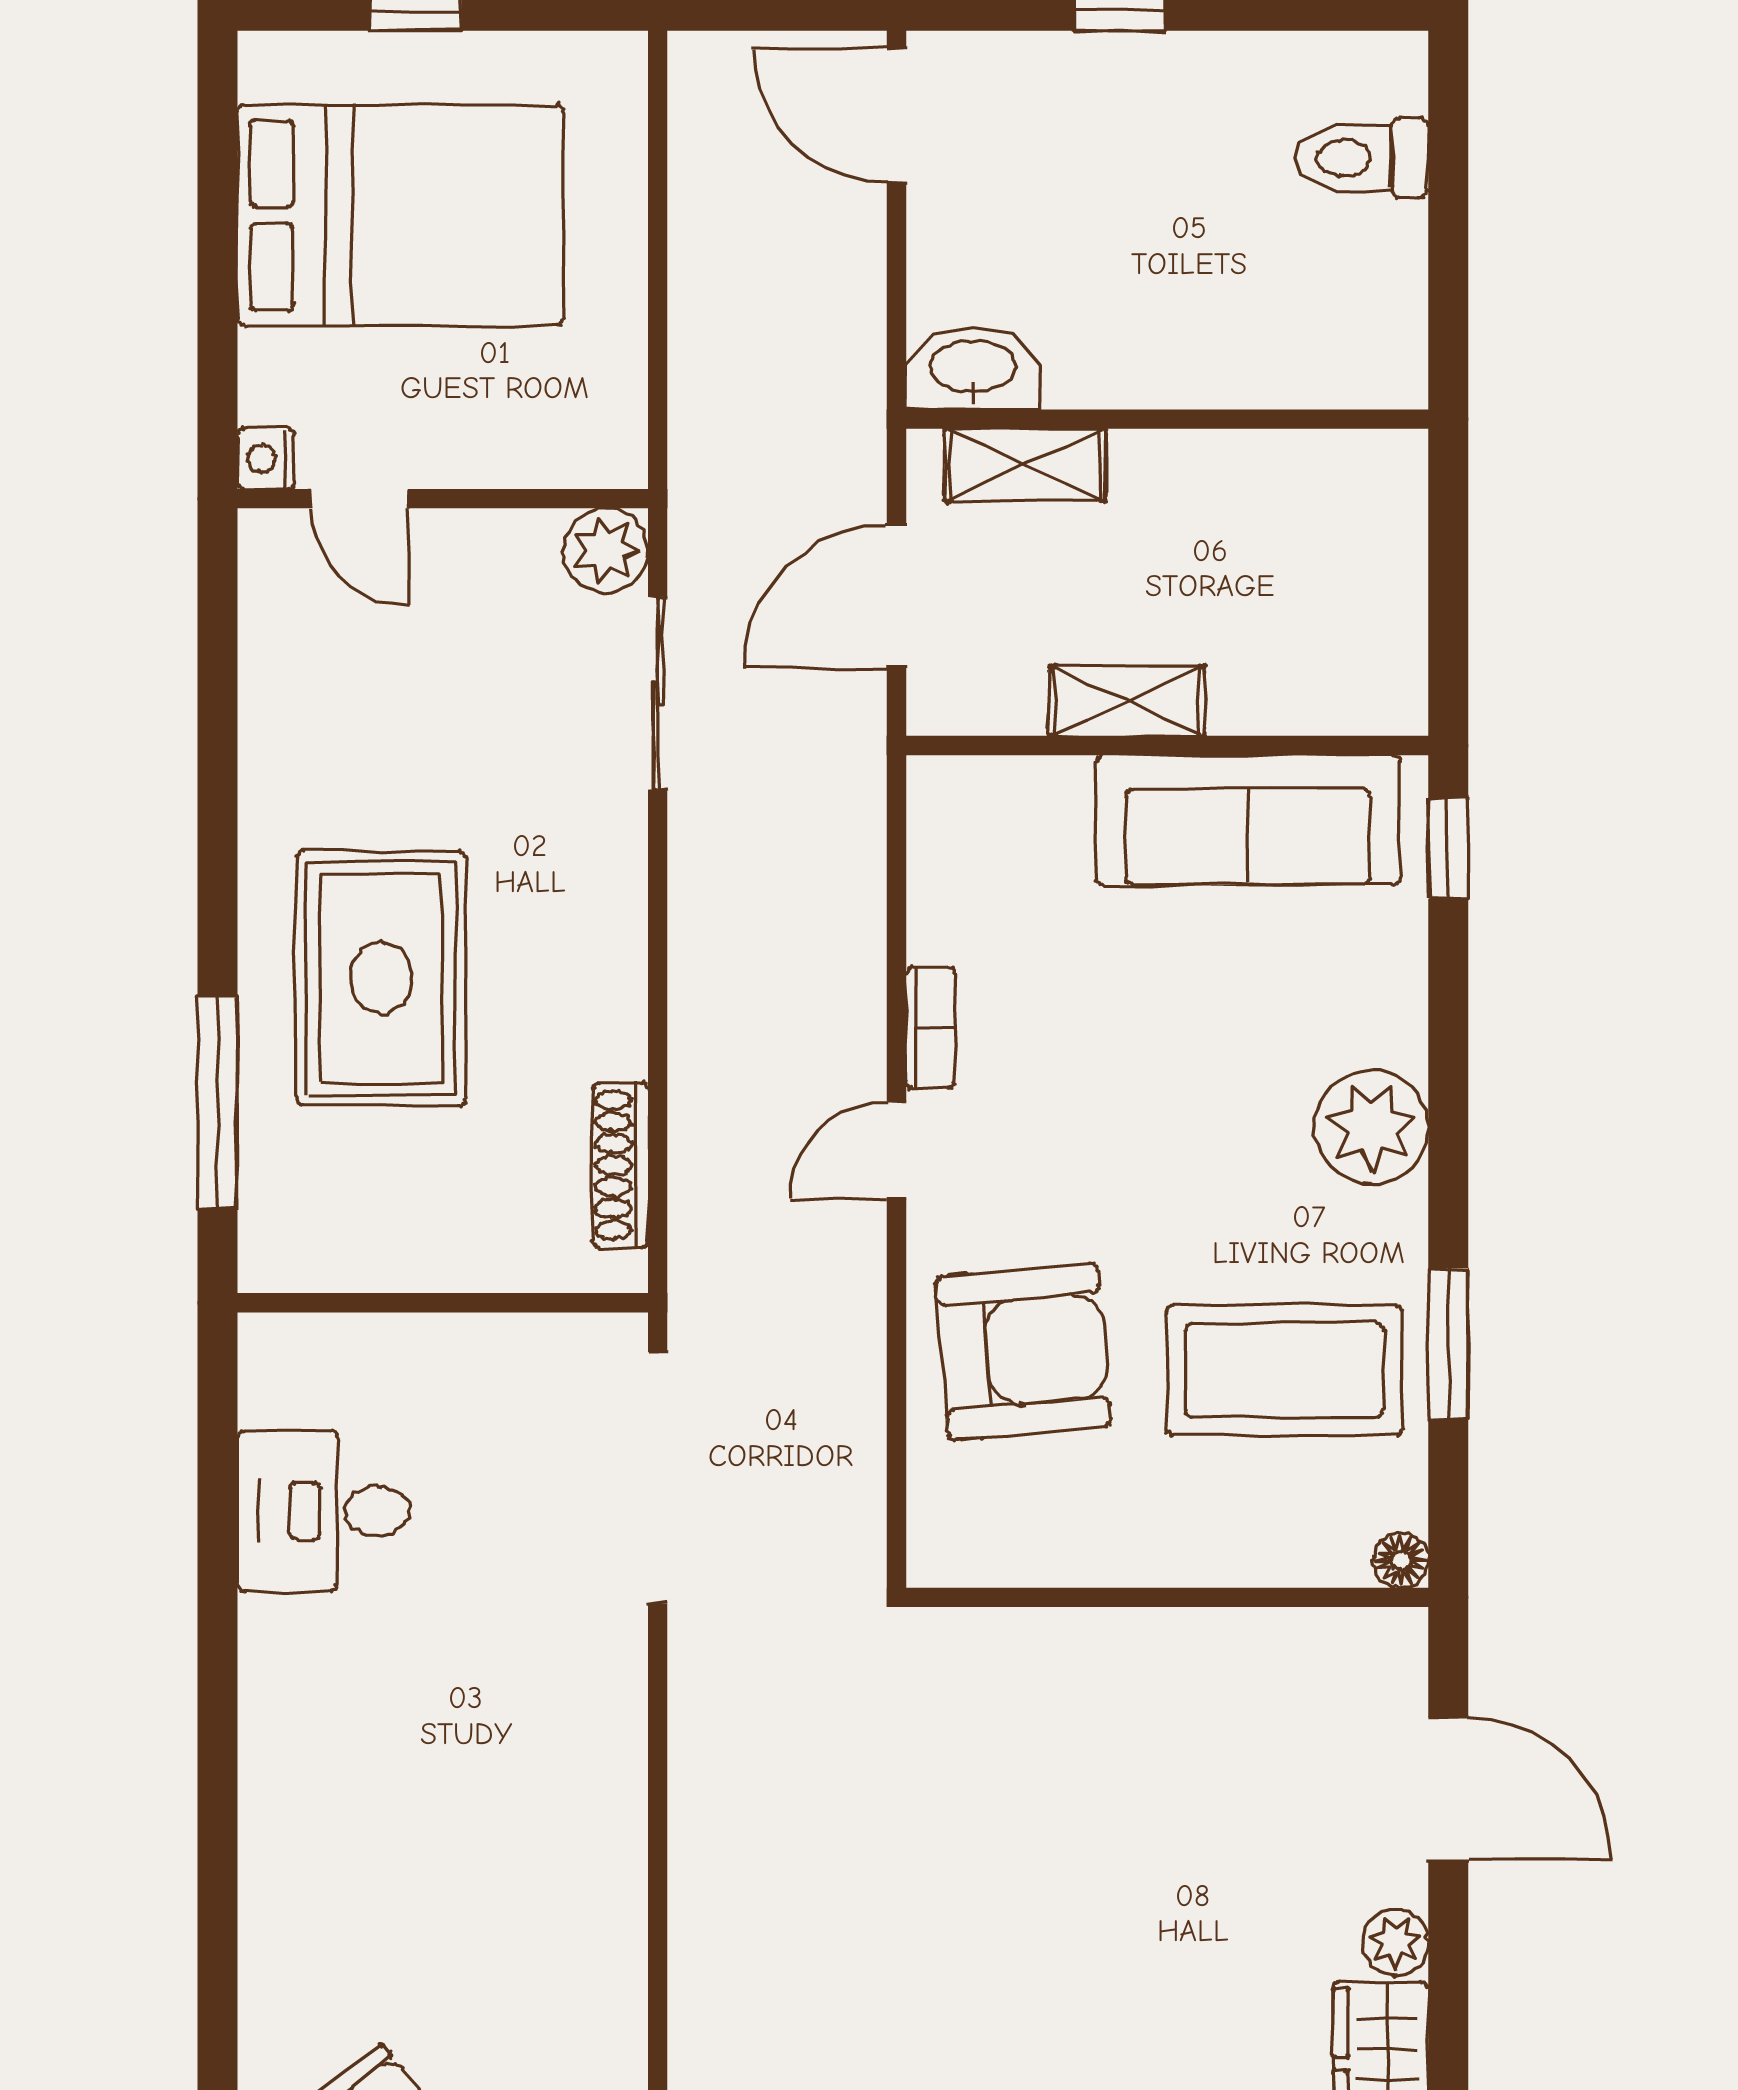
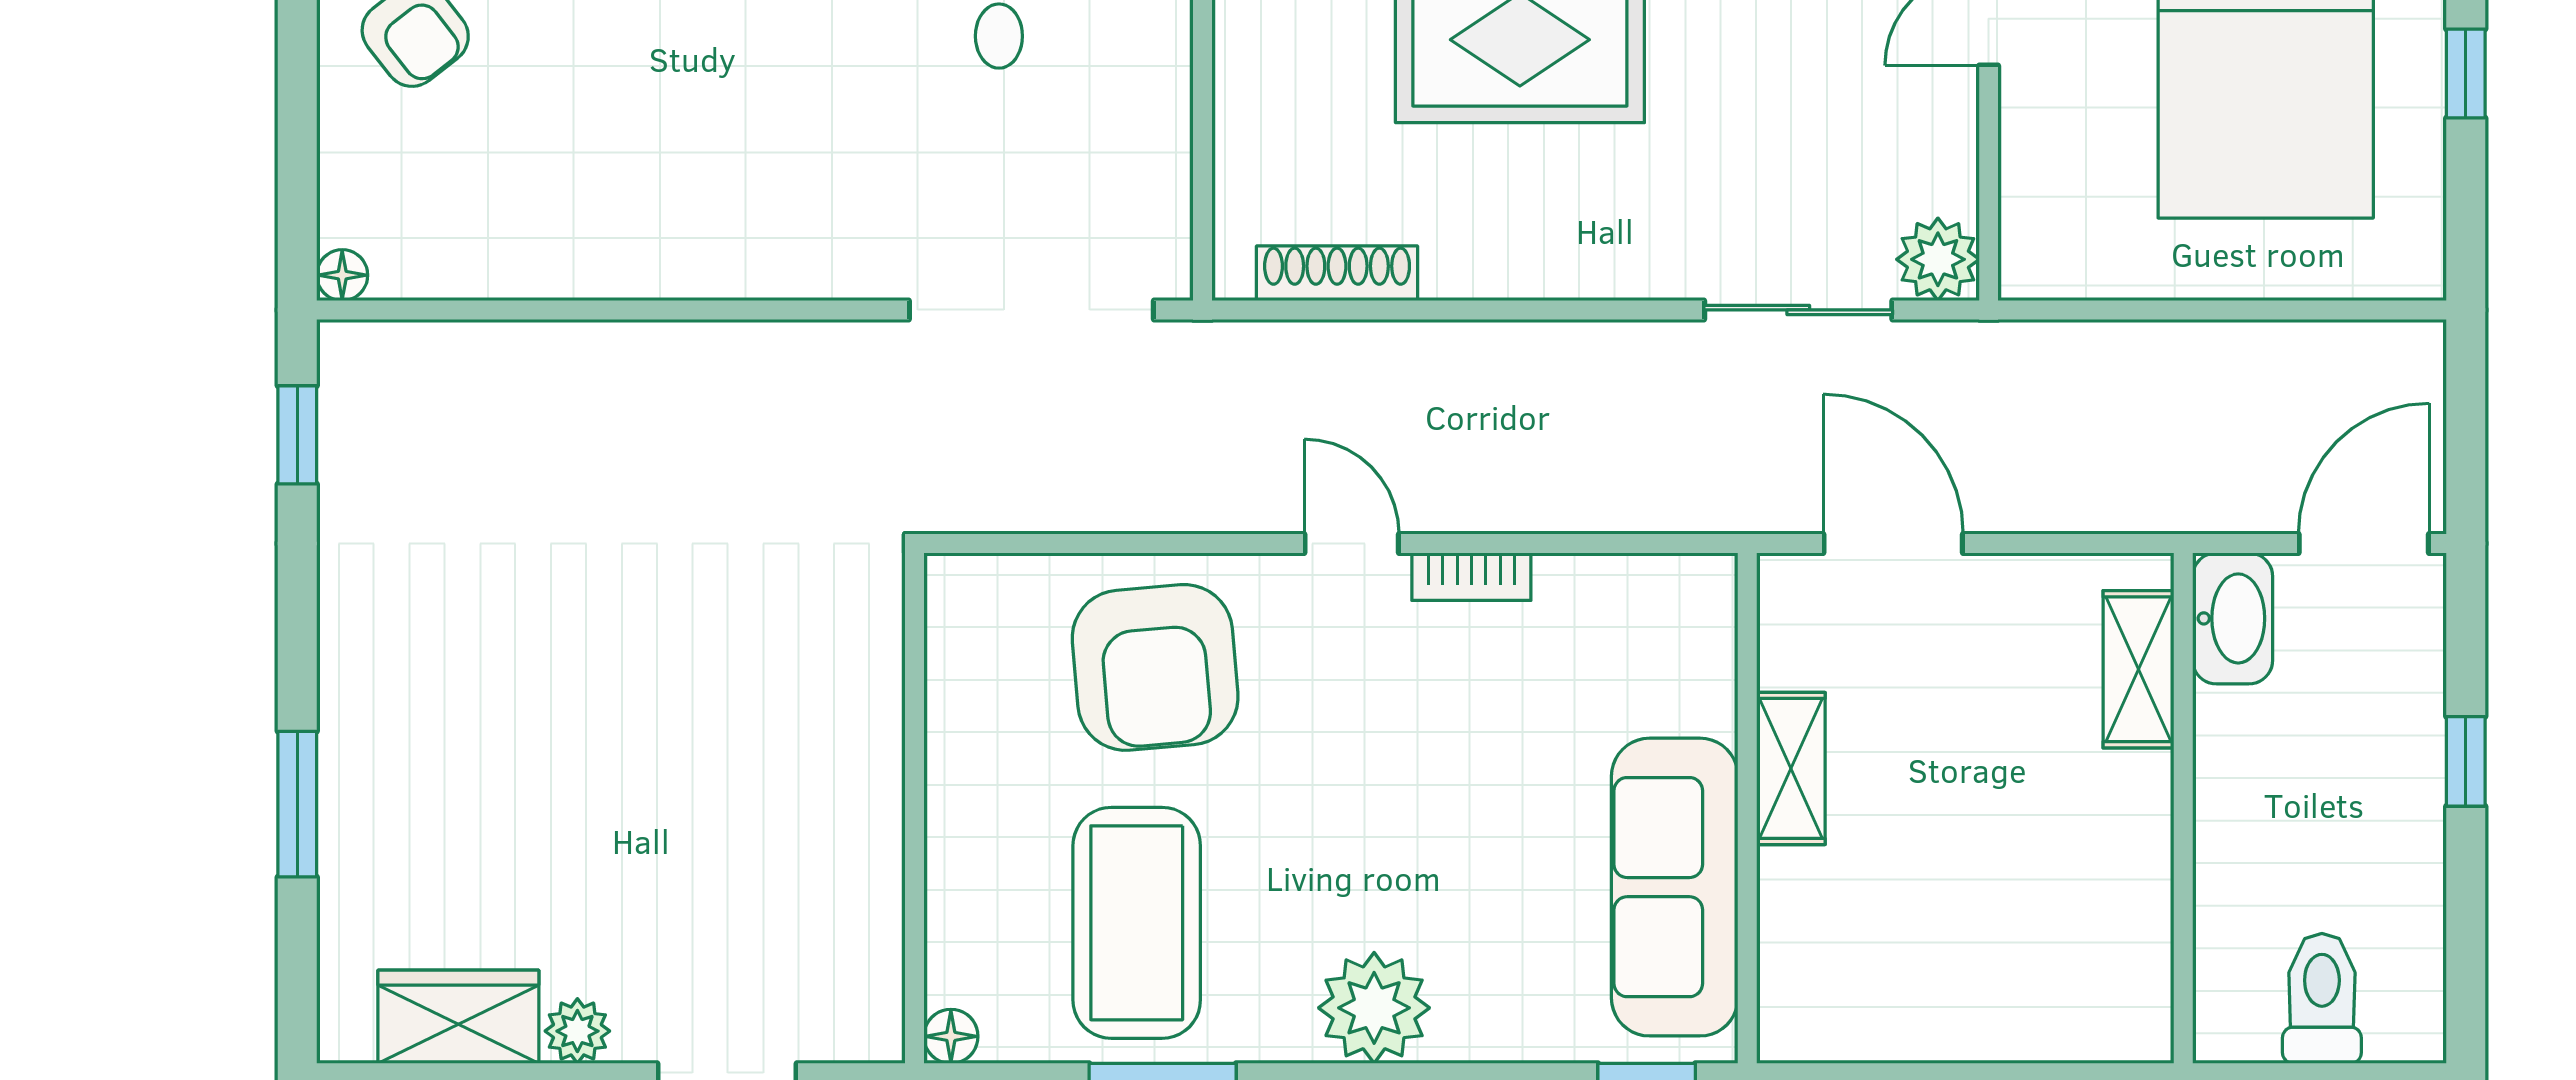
washbasin: (973, 369) -> (2233, 618), moved
wall: (1167, 419) -> (2183, 808), moved
shelving: (1025, 465) -> (2138, 669), moved

